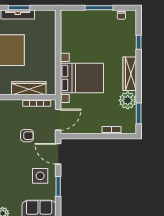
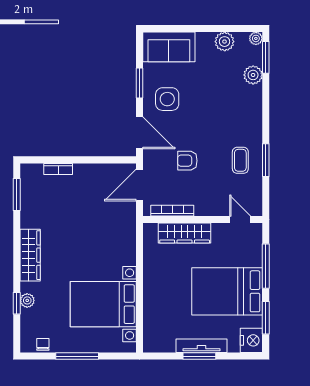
bed with nightstands: (82, 78) -> (103, 304), moved
plant: (128, 100) -> (27, 300), moved, width x0.53, depth x0.53

